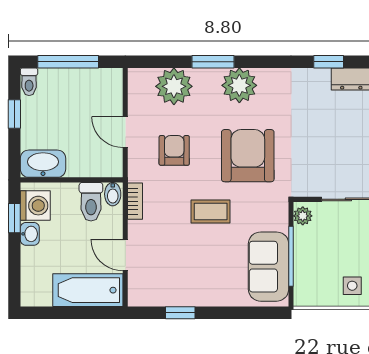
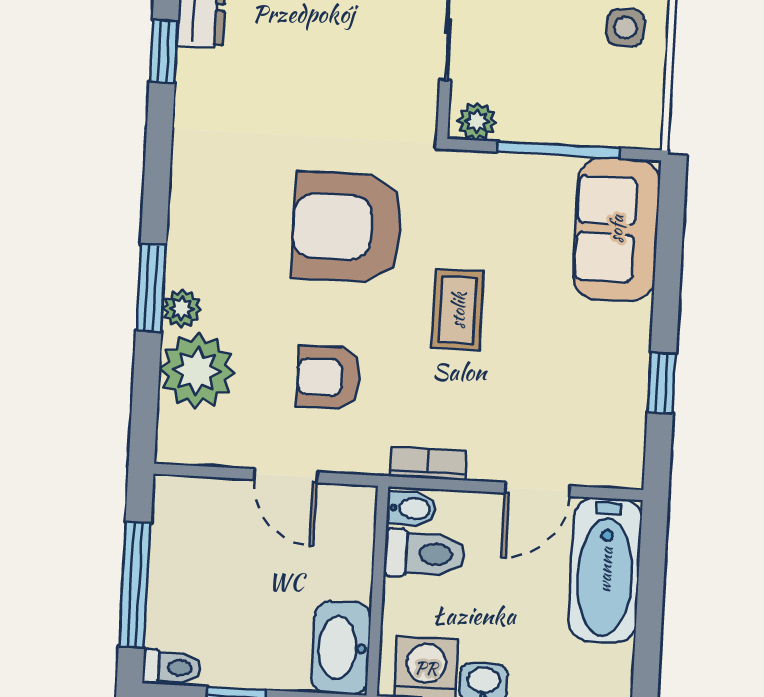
plant: (239, 85) -> (182, 309), moved, width x0.53, depth x0.53
door: (125, 132) -> (286, 476), hinge flipped
sofa: (269, 267) -> (616, 229), moved, turned 90

